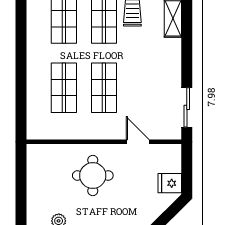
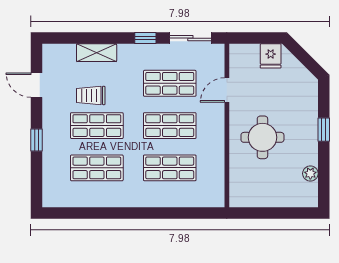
window: (187, 65) -> (145, 38), added
shop shelf: (144, 88) -> (170, 83), added

